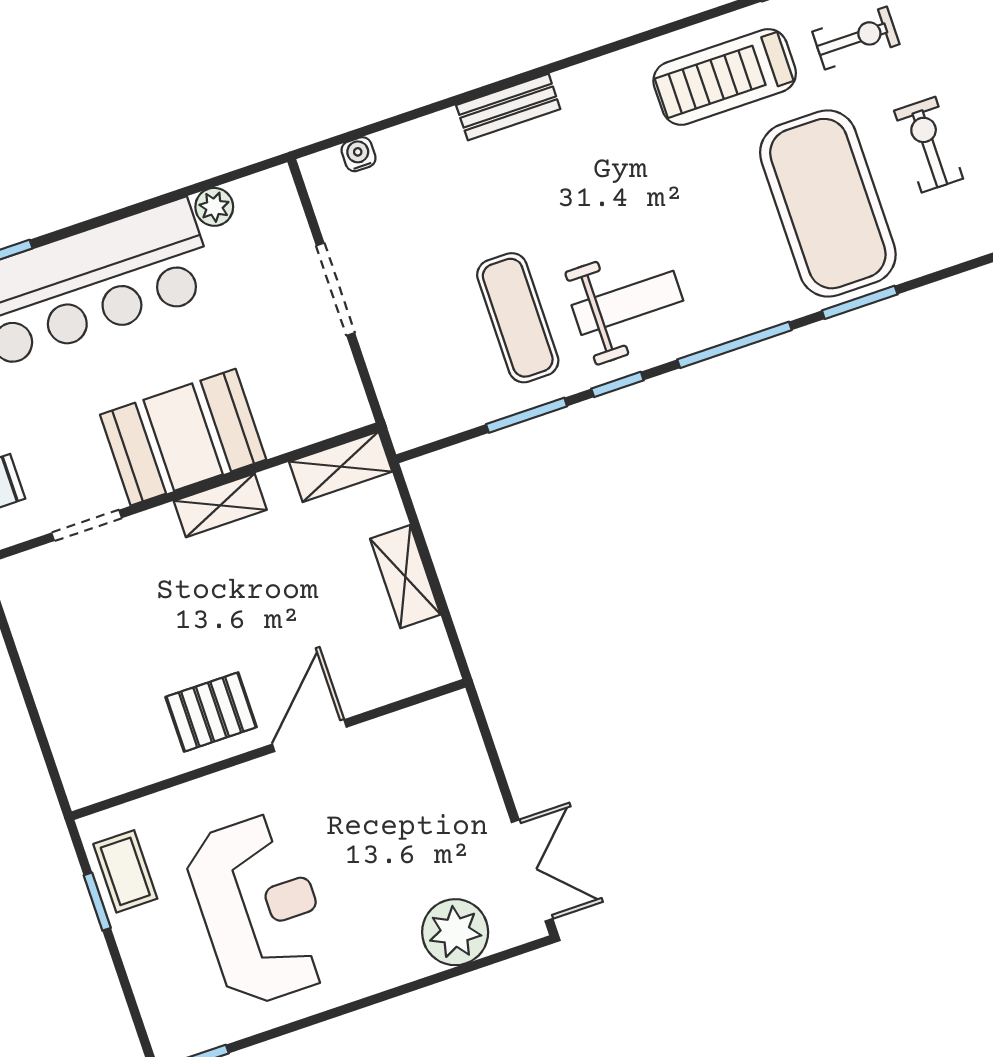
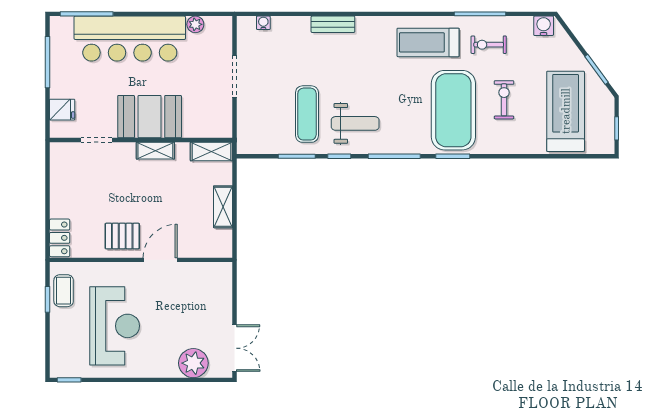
exercise bike: (856, 38) -> (489, 45), turned 180
locker: (79, 761) -> (60, 238), added

